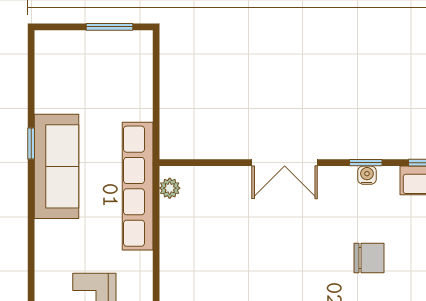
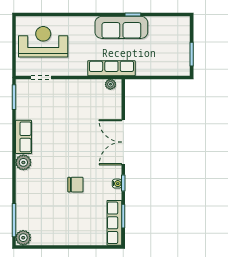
double door: (285, 163) -> (123, 142), width x1.37
row of seats: (138, 186) -> (111, 68), width x0.73
chair: (369, 258) -> (75, 185), turned -90

